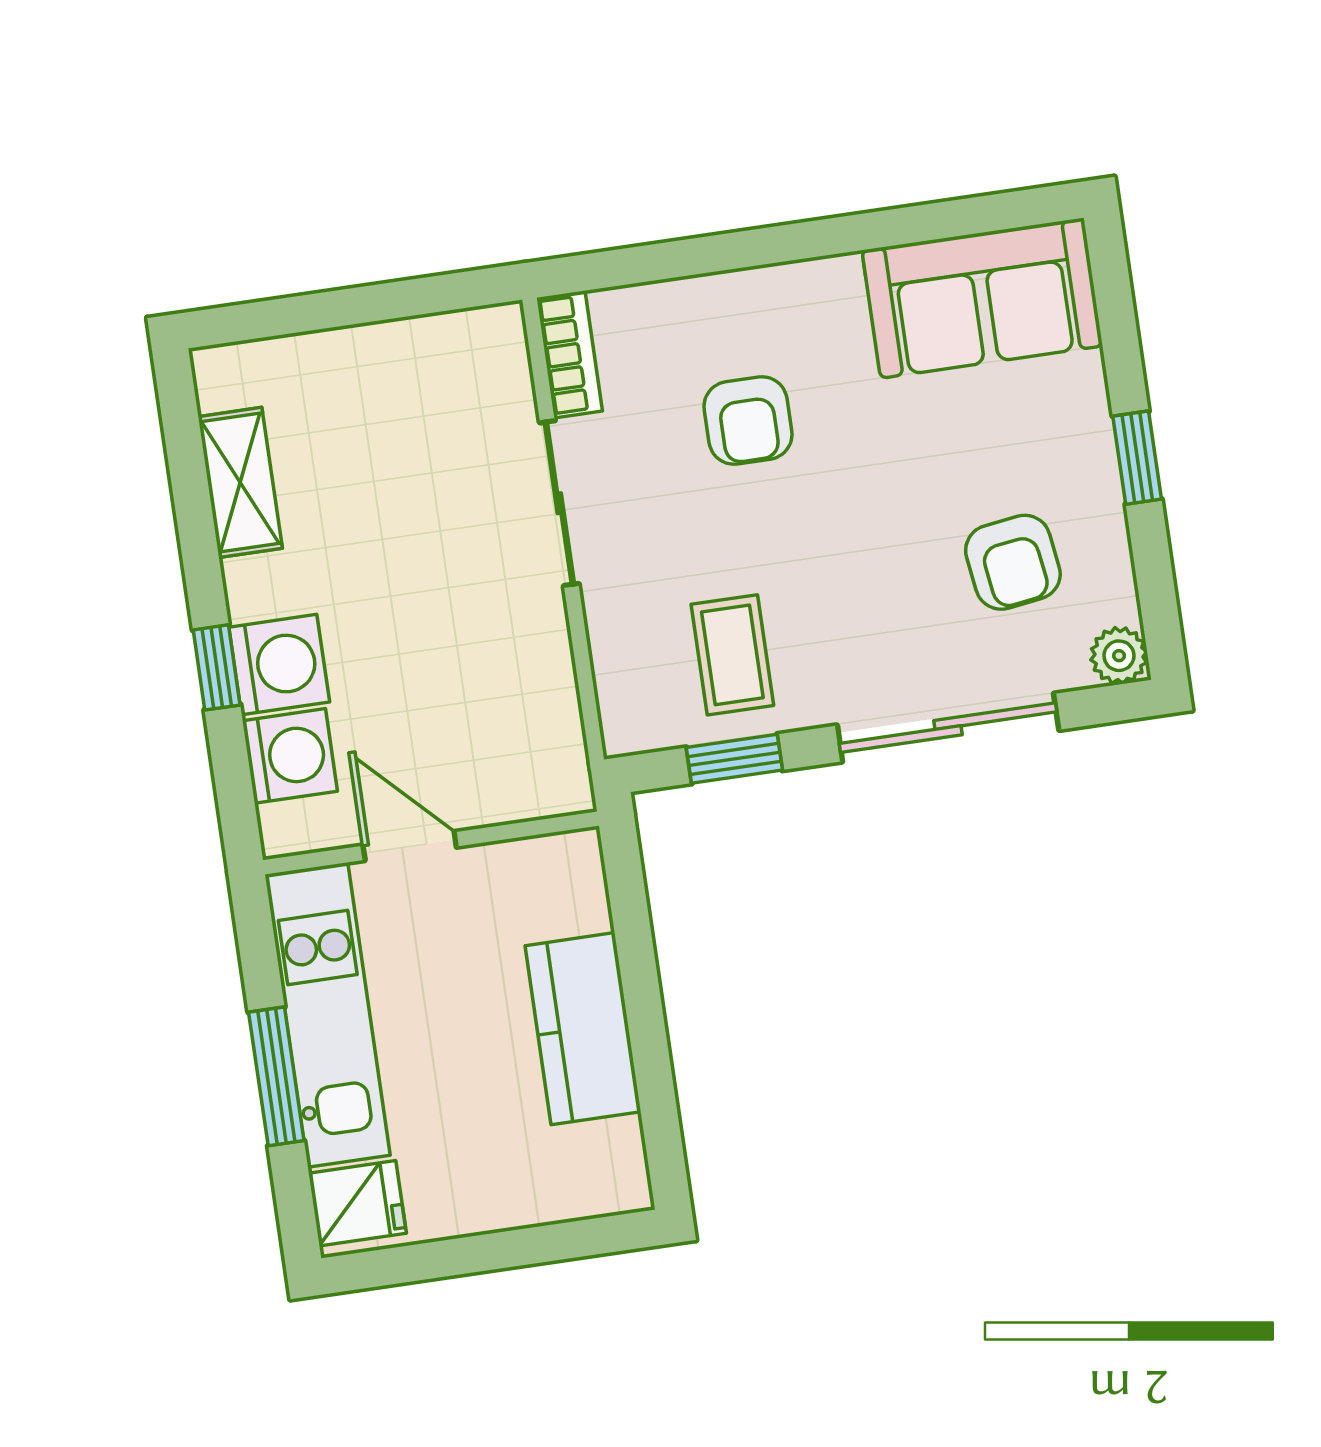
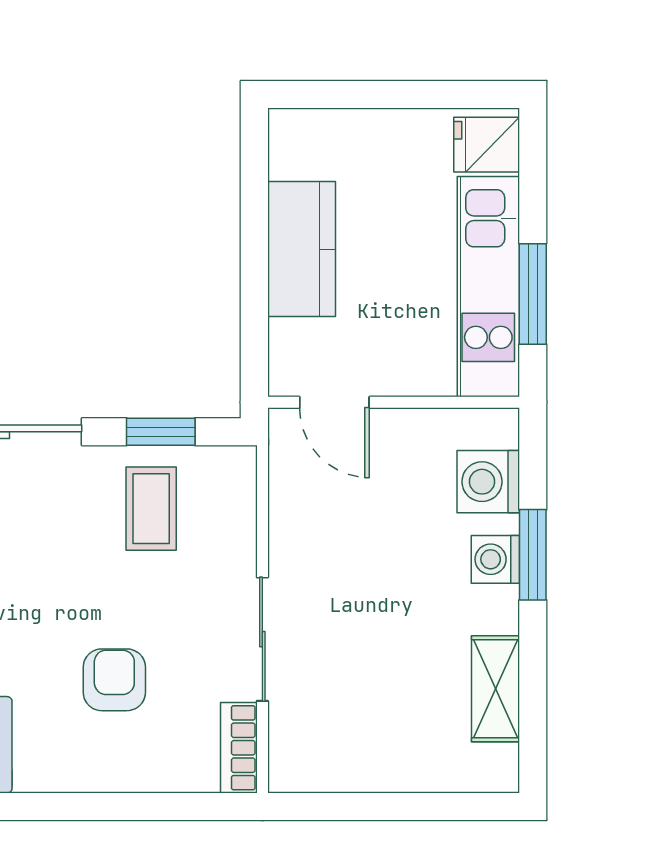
washing machine: (279, 665) -> (495, 559), width x0.73, depth x0.73
window: (217, 667) -> (533, 555), width x1.50
door: (410, 846) -> (334, 402), moved
window: (276, 1076) -> (533, 294), moved

